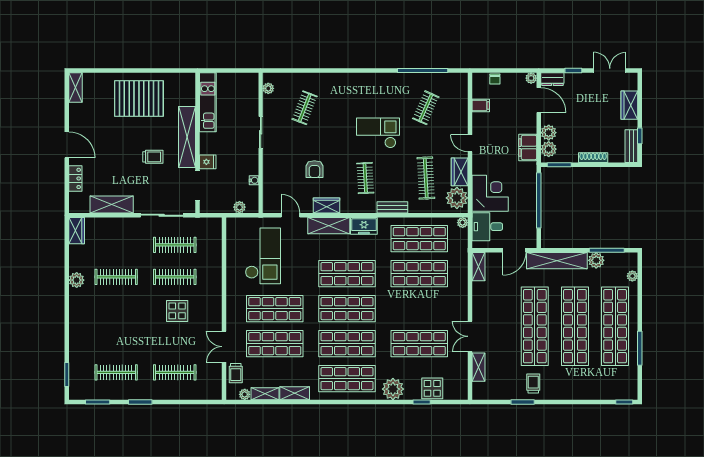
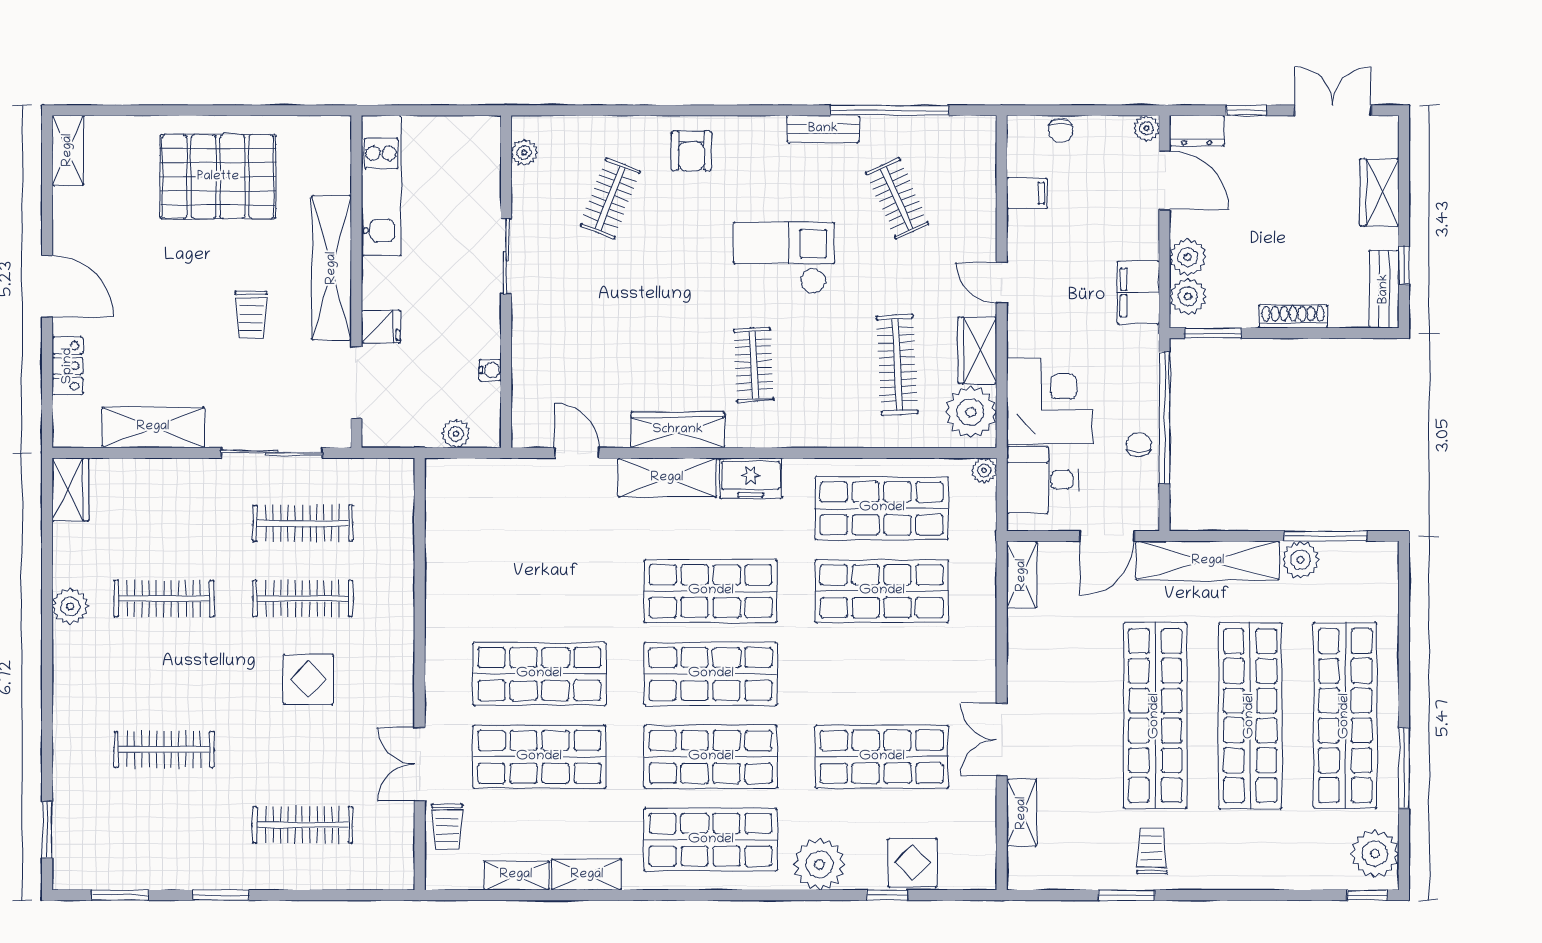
clothes rail: (426, 108) -> (897, 198), turned -48
trolley: (153, 157) -> (251, 315), turned 90
armchair: (314, 169) -> (691, 151), moved
wardrobe: (327, 205) -> (678, 430), width x1.50
bench: (392, 207) -> (823, 129), moved
chair: (528, 212) -> (1139, 445), added
checkout: (263, 256) -> (511, 549), removed
plant: (632, 276) -> (1375, 854), moved, width x1.87, depth x1.87
clothes rail: (116, 372) -> (164, 749), moved
plant: (245, 394) -> (468, 877), removed

